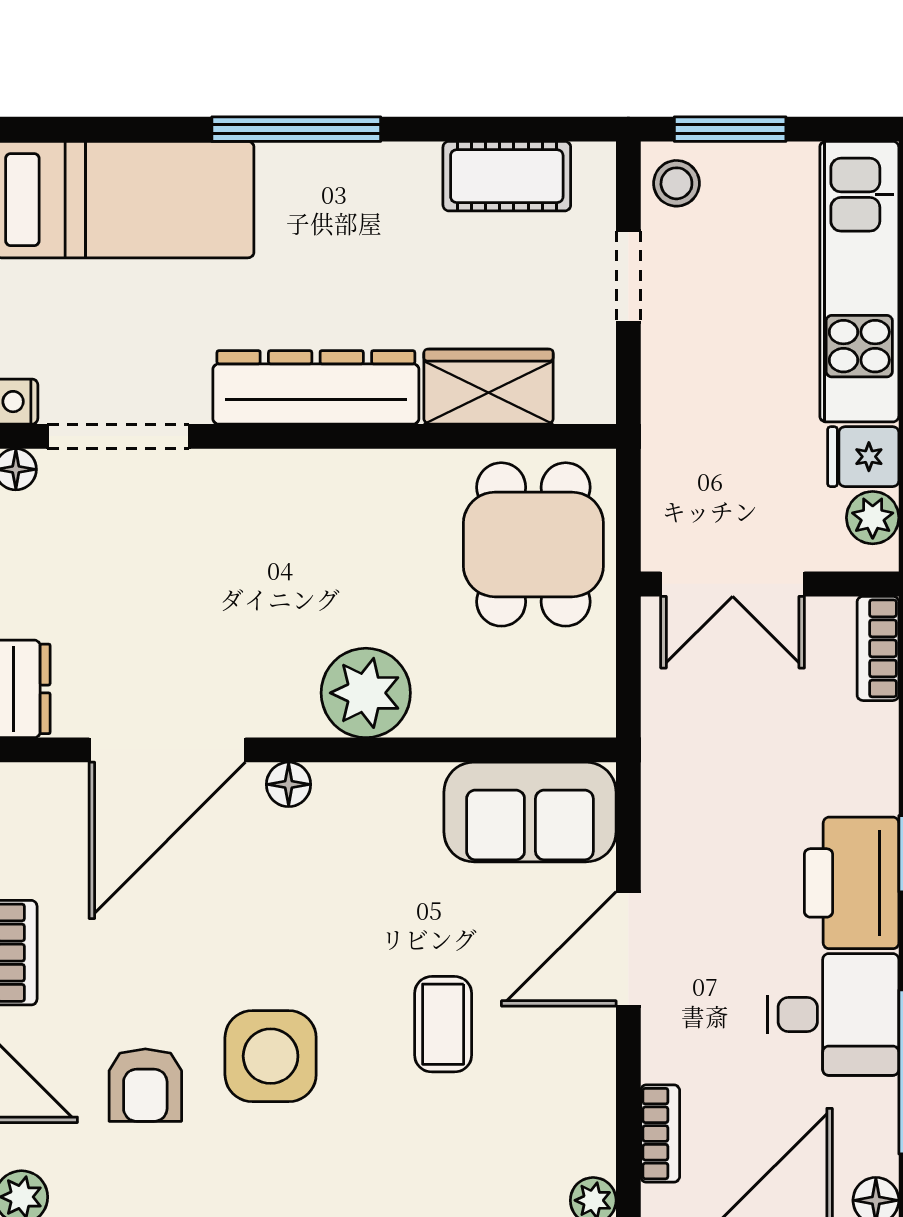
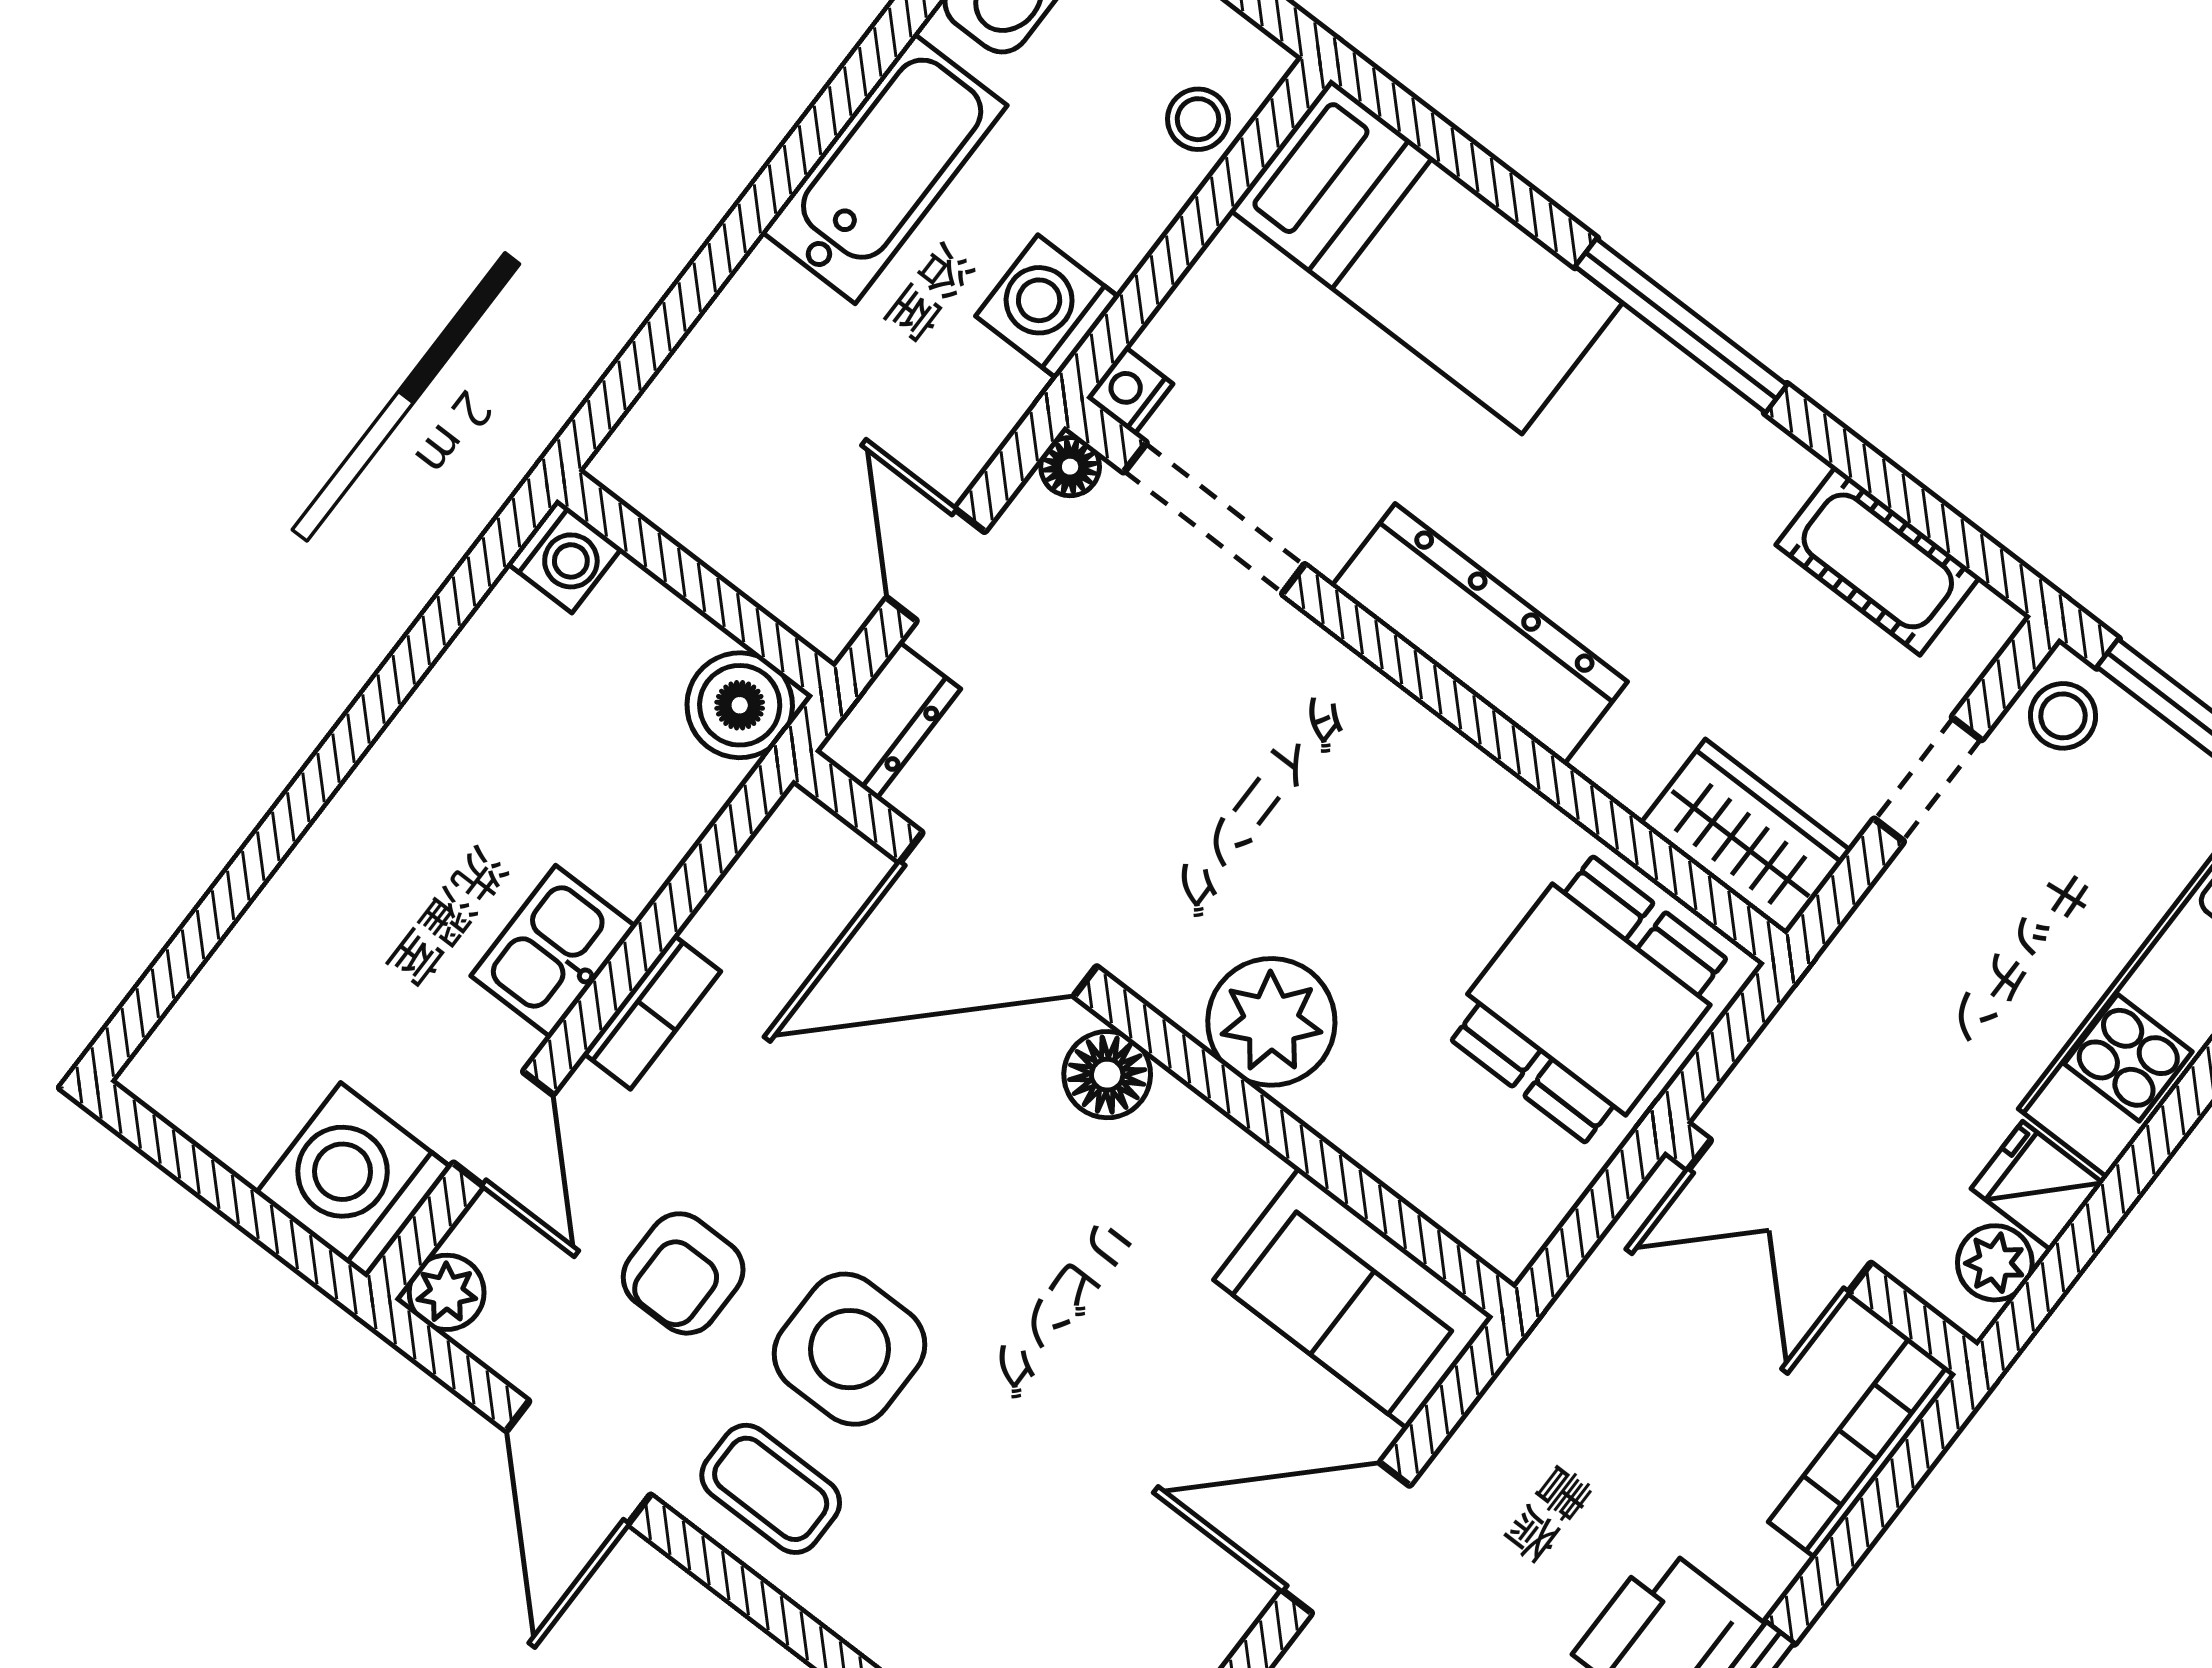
wardrobe: (489, 387) -> (1746, 837), moved
bookcase: (878, 648) -> (1862, 1448), width x1.56
floor lamp: (289, 784) -> (1107, 1075), width x1.37, depth x1.37
coffee table: (443, 1024) -> (771, 1489), moved, turned 90

